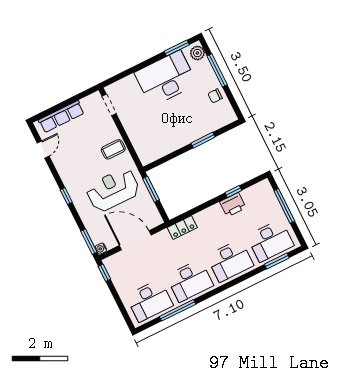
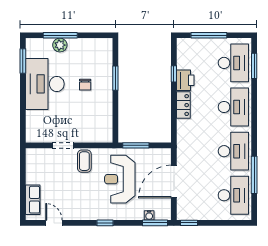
plant: (197, 53) -> (60, 45), moved
chair: (215, 96) -> (85, 85), moved
doorway: (109, 105) -> (63, 145), moved
row of seats: (61, 117) -> (33, 200), width x0.68
locker: (182, 228) -> (183, 105), moved
water cooler: (101, 249) -> (149, 215), moved

